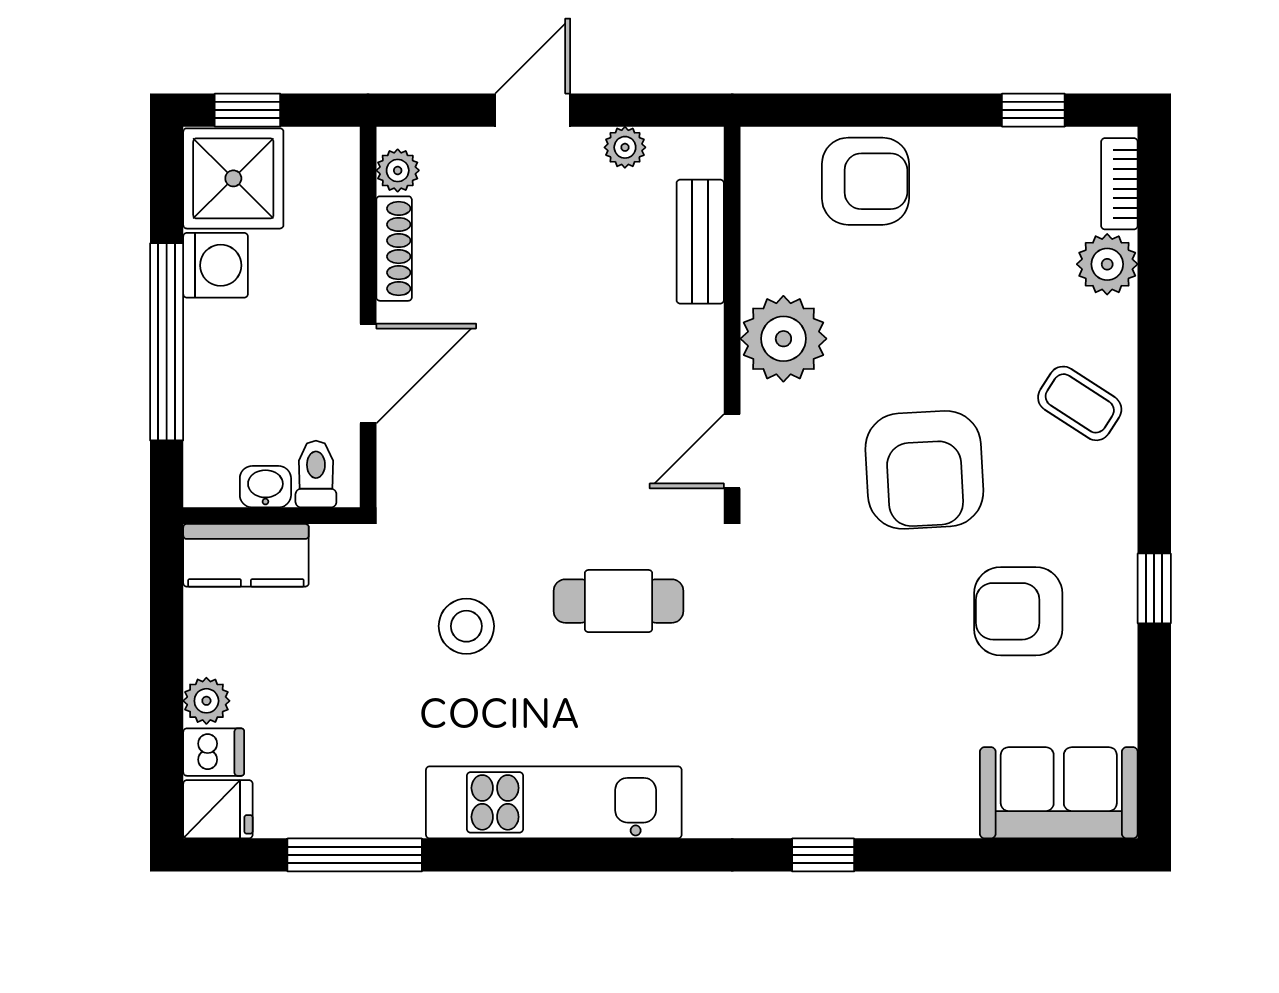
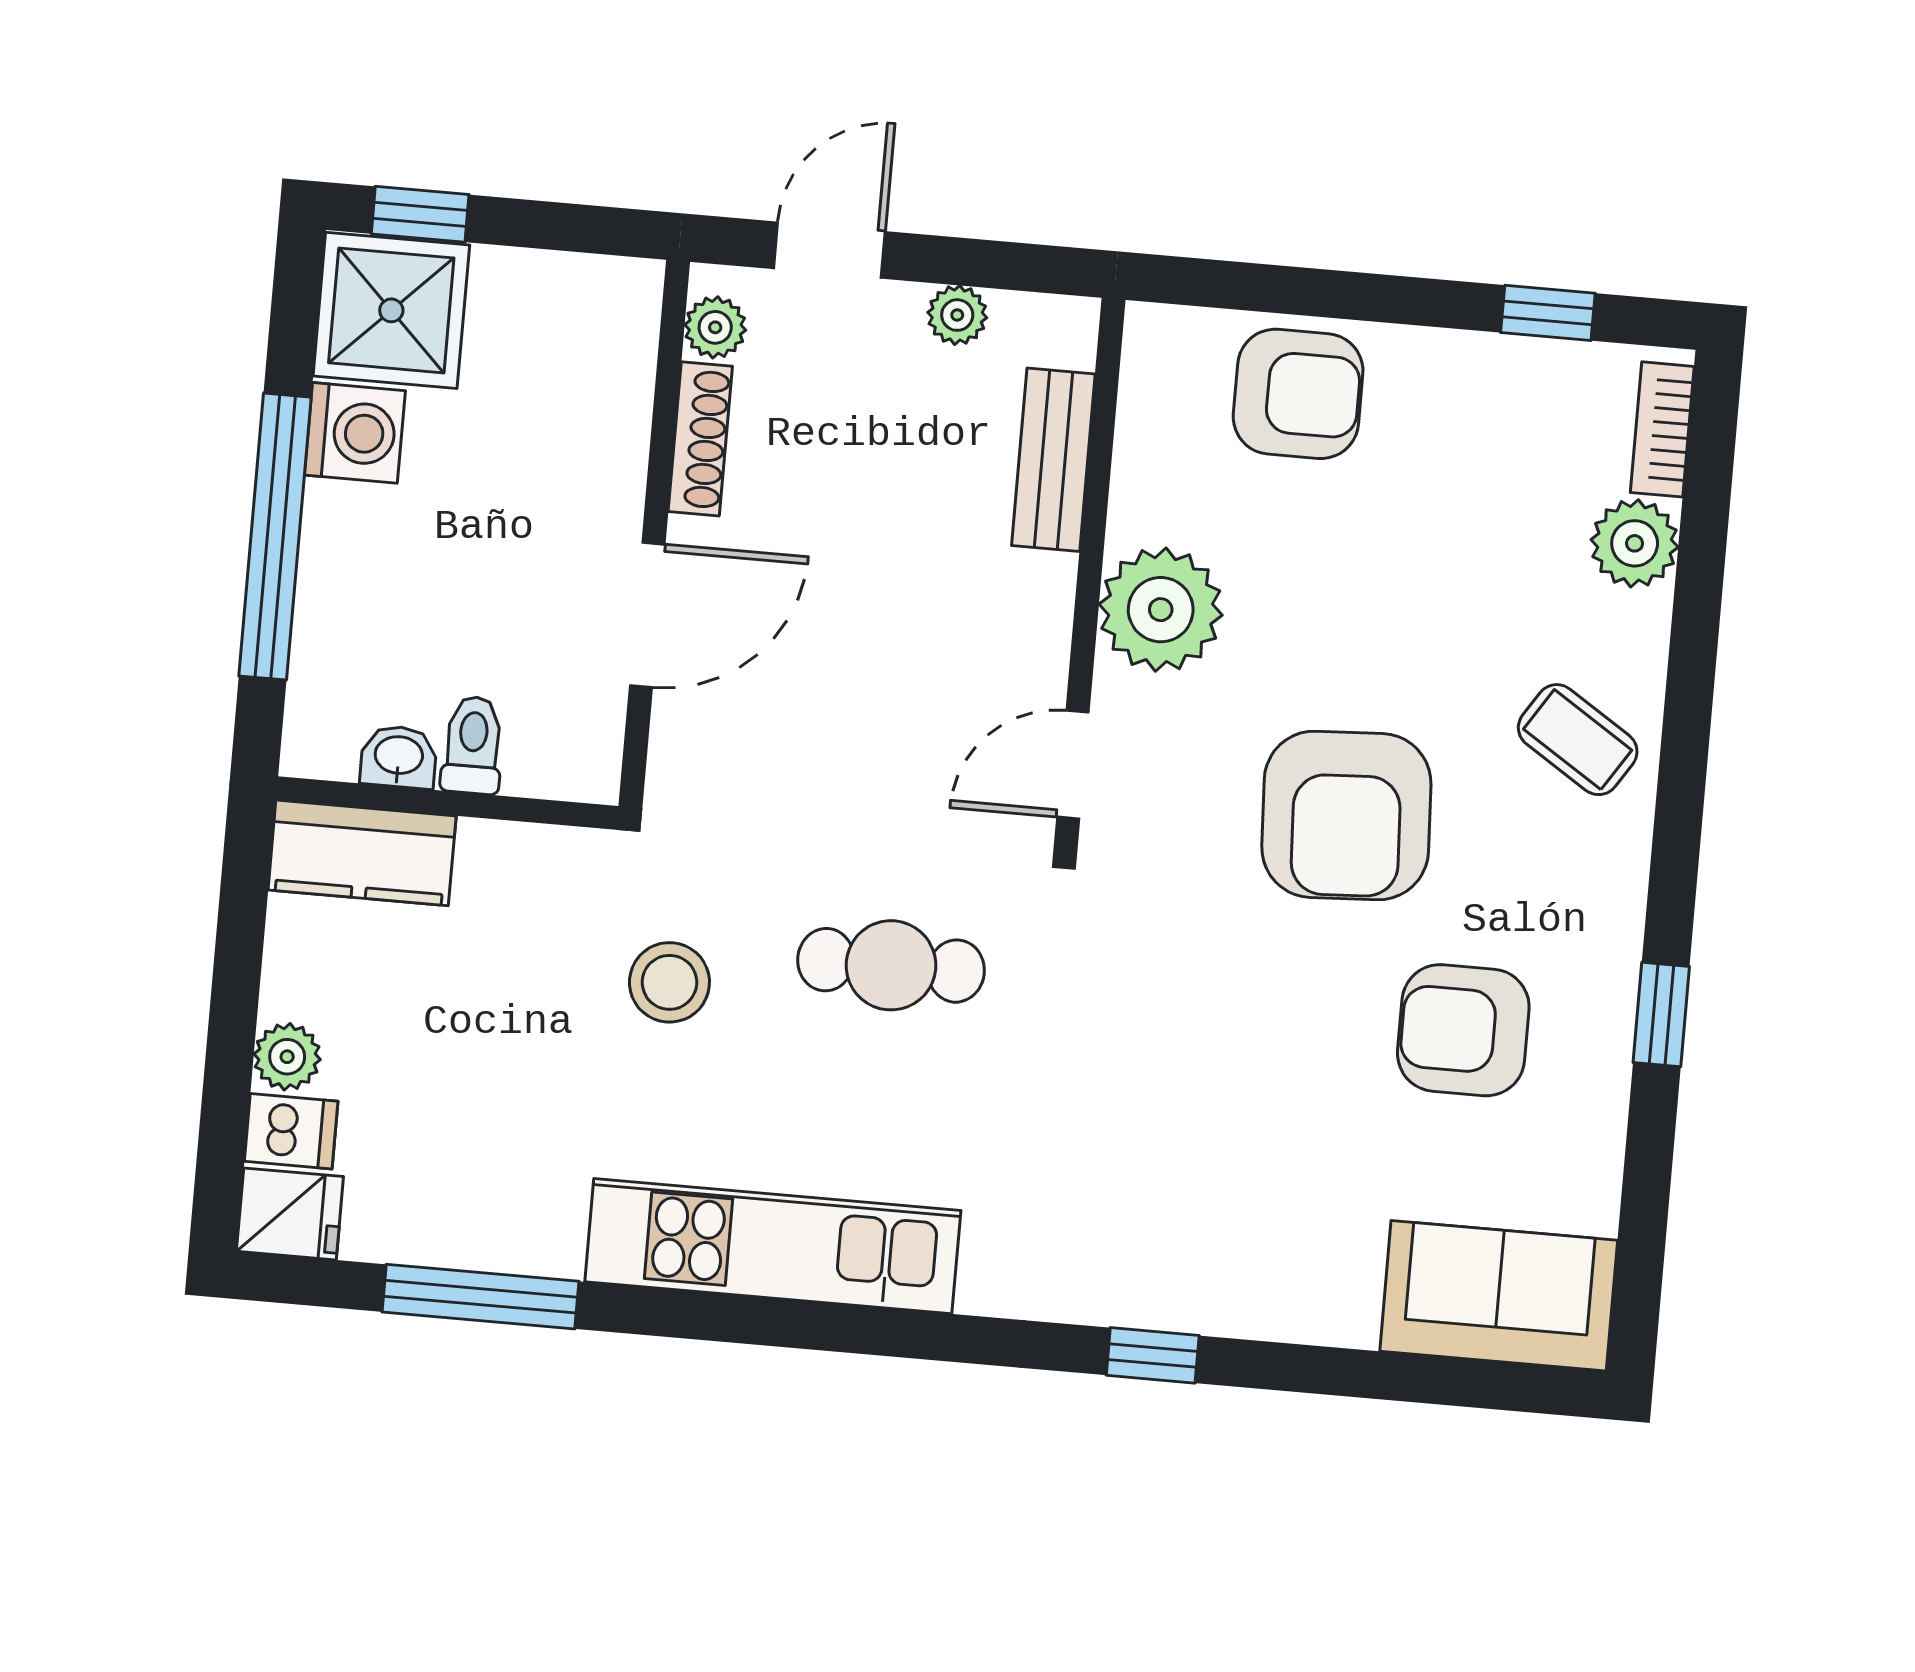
plant: (398, 170) -> (715, 327), moved
shoe rack: (394, 249) -> (700, 439), moved
wall: (368, 317) -> (654, 534), moved
door: (368, 373) -> (647, 615), moved

